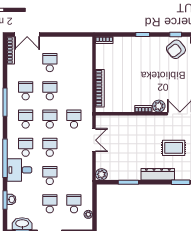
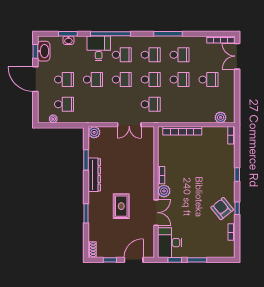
plant: (87, 51) -> (220, 117), added
dresser: (158, 174) -> (94, 175), moved

